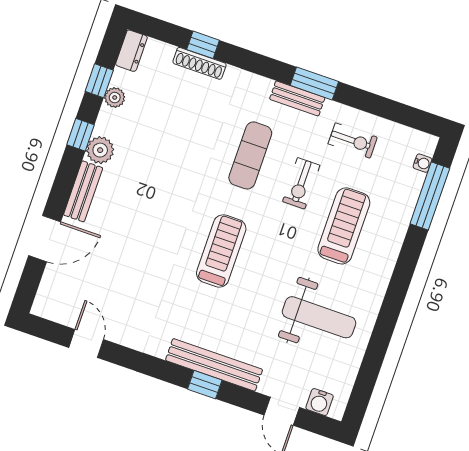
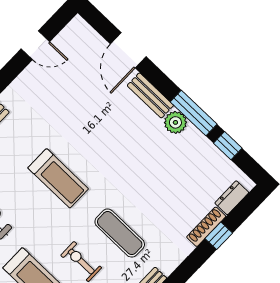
dresser: (131, 51) -> (232, 198), moved, turned 90
plant: (115, 98) -> (210, 151), removed
window: (81, 135) -> (194, 113), width x2.17

